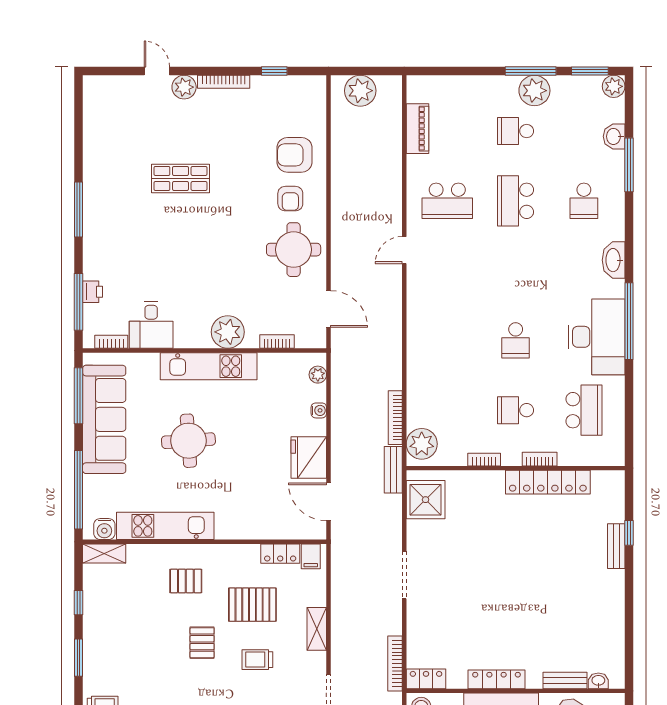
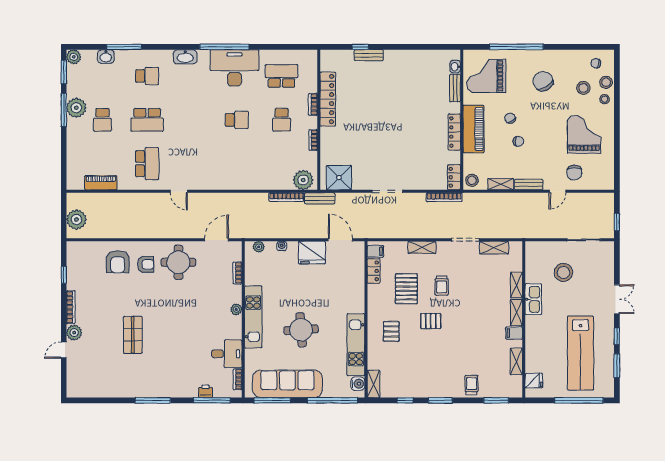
plant: (228, 332) -> (236, 309), width x0.53, depth x0.53
door: (329, 502) -> (340, 240), swing flipped

